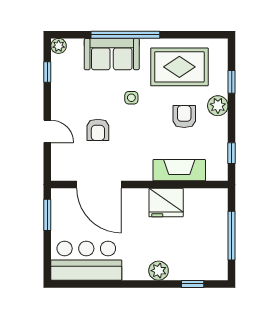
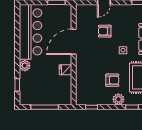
fireplace: (179, 170) -> (82, 77), removed
door: (99, 185) -> (74, 42), moved
fridge: (166, 203) -> (65, 70), width x0.53, depth x0.75
bar counter: (86, 261) -> (30, 32), width x1.36

